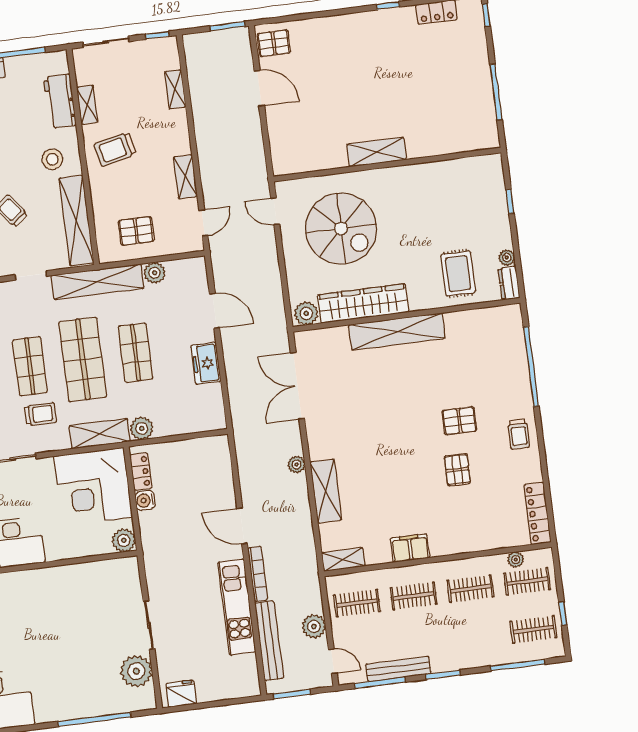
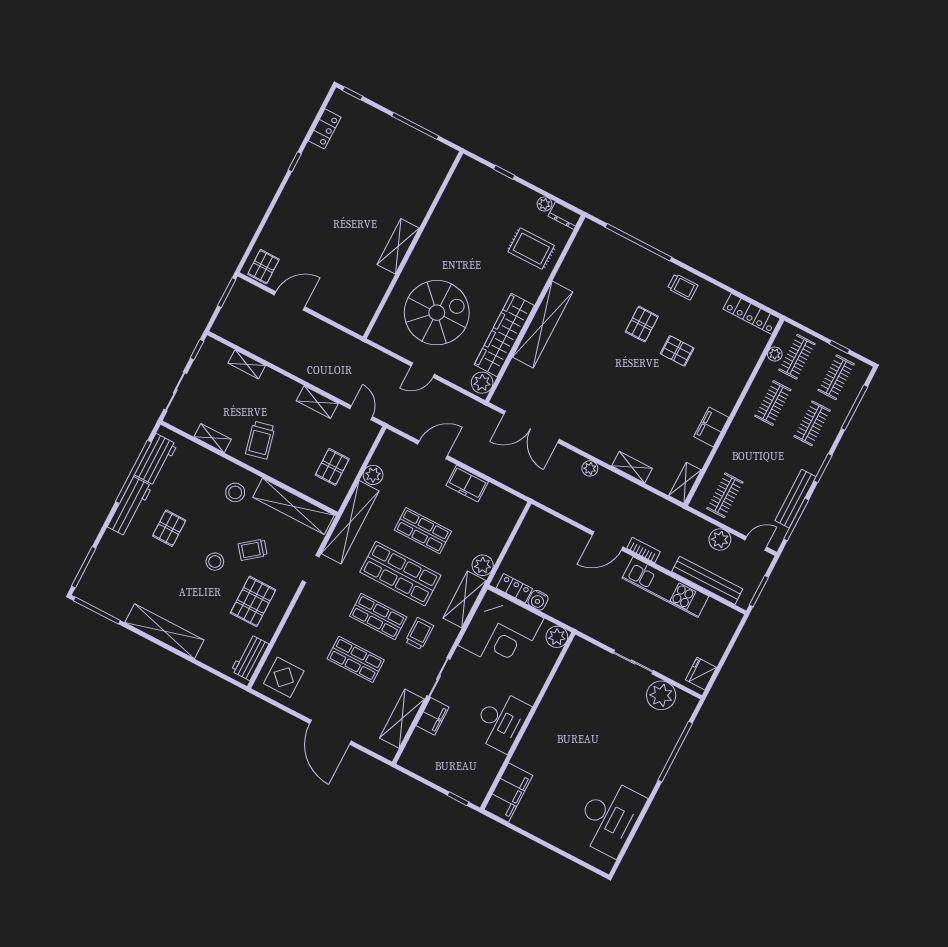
workbench: (60, 101) -> (156, 460), moved, turned -90
door: (275, 211) -> (423, 370), moved
shelving: (326, 491) -> (632, 467), width x0.67, depth x0.75
bookcase: (258, 574) -> (643, 550), width x0.64
clothes rail: (414, 596) -> (812, 423), moved

